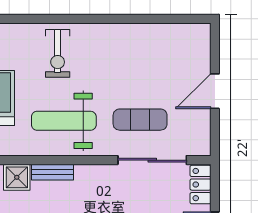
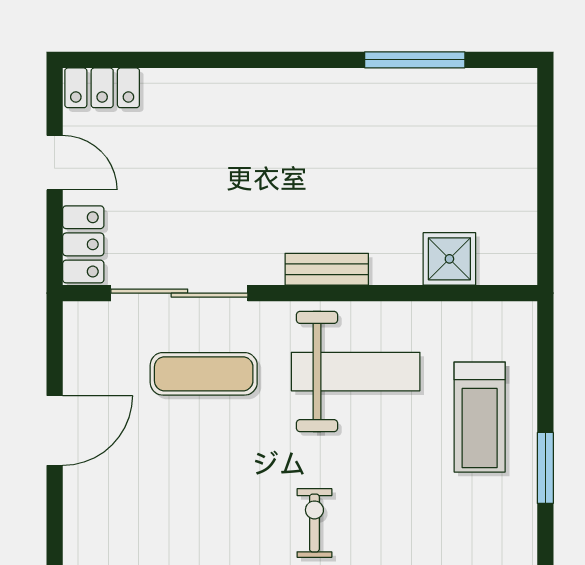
exercise bike: (58, 53) -> (314, 523), moved, width x0.73, depth x0.72
bench: (52, 172) -> (327, 269), moved

